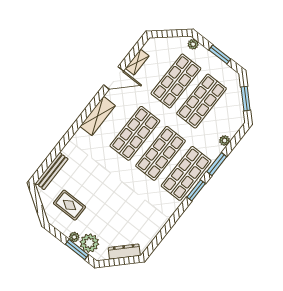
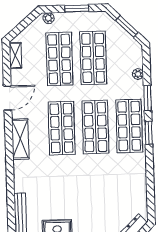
shelving: (137, 62) -> (15, 55), moved

